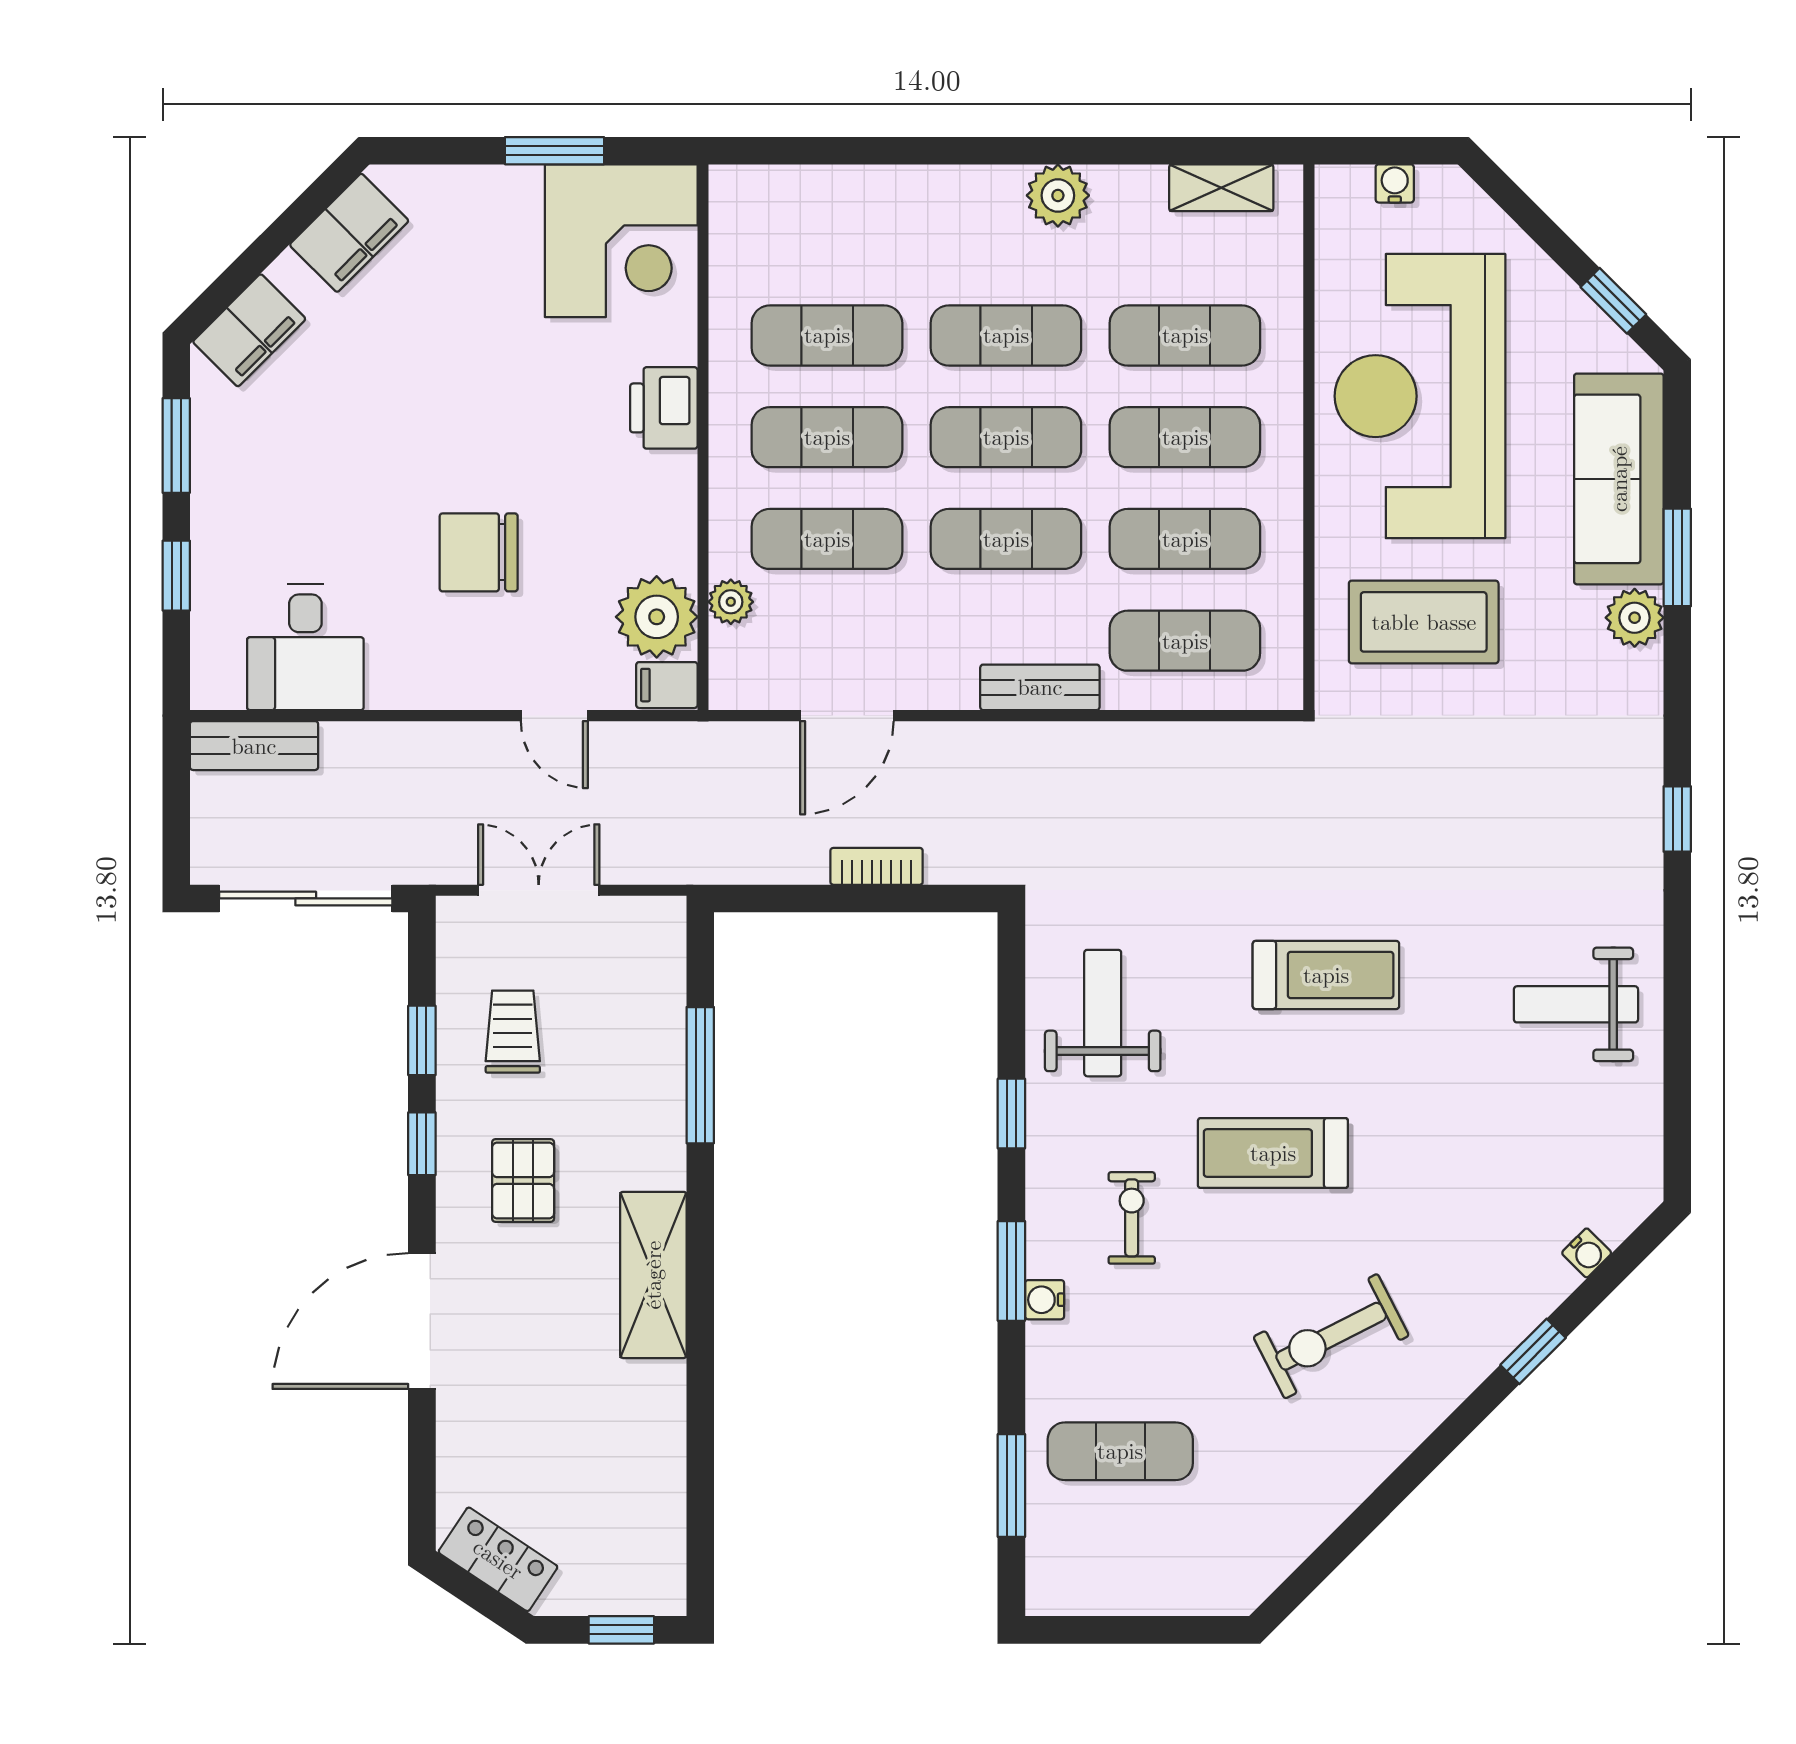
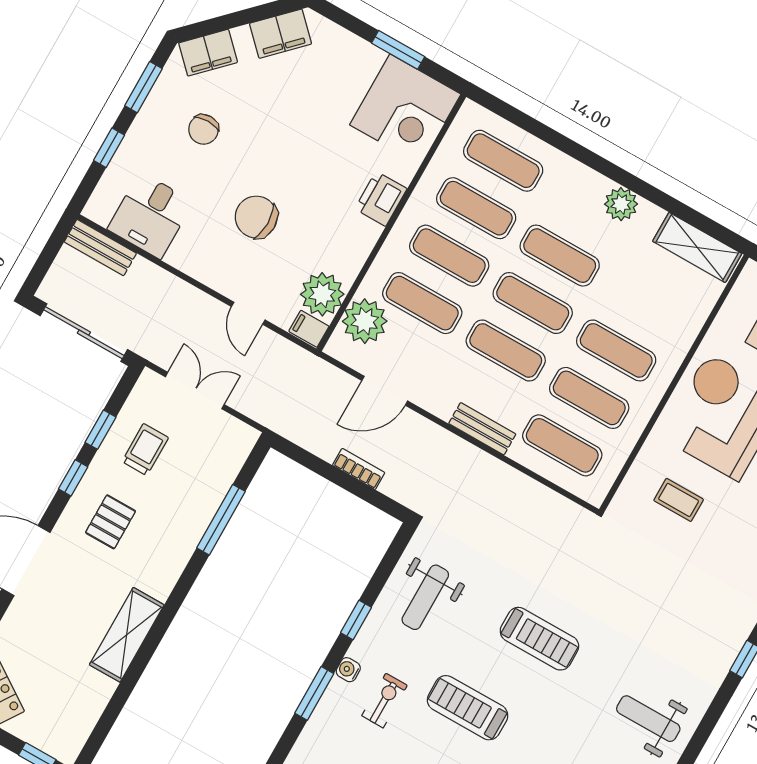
shelving: (1221, 188) -> (697, 247), width x1.50, depth x1.33
exercise mat: (1185, 335) -> (503, 161), moved
chair: (312, 459) -> (204, 129), added
plant: (731, 602) -> (365, 321), width x1.87, depth x1.87
coffee table: (1424, 622) -> (679, 500), width x0.54, depth x0.58
weight bench: (1103, 1013) -> (425, 597), turned 180
shelving: (653, 1275) -> (127, 635), moved
water cooler: (1045, 1300) -> (348, 670), moved

